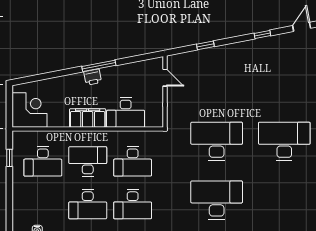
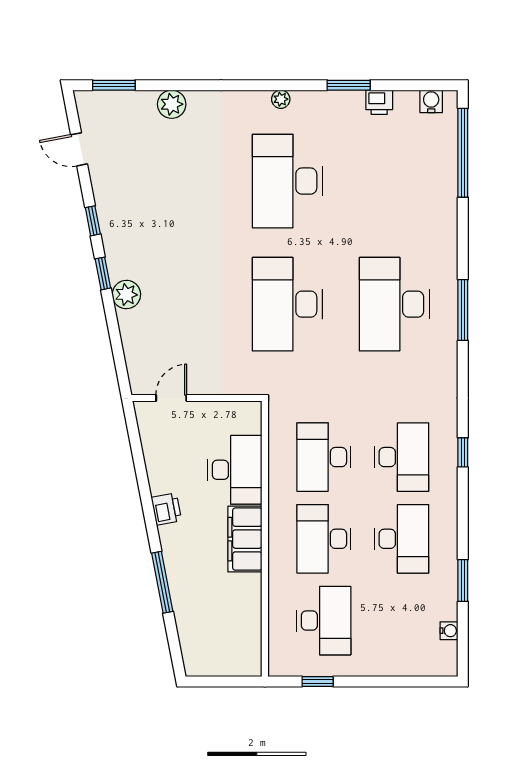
window: (205, 45) -> (103, 273), moved
plant: (222, 53) -> (126, 295), added
window: (99, 66) -> (162, 582), moved
printer: (93, 77) -> (166, 509), moved
corner desk: (29, 110) -> (230, 645), removed
desk: (133, 161) -> (324, 457), turned 180

